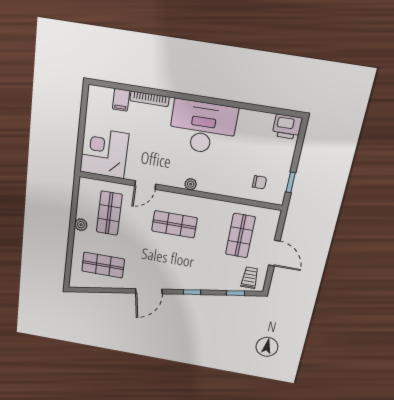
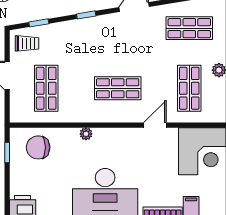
chair: (259, 182) -> (38, 147), width x1.87, depth x1.87
plant: (191, 184) -> (86, 134), moved
trolley: (250, 278) -> (27, 43), turned -90

